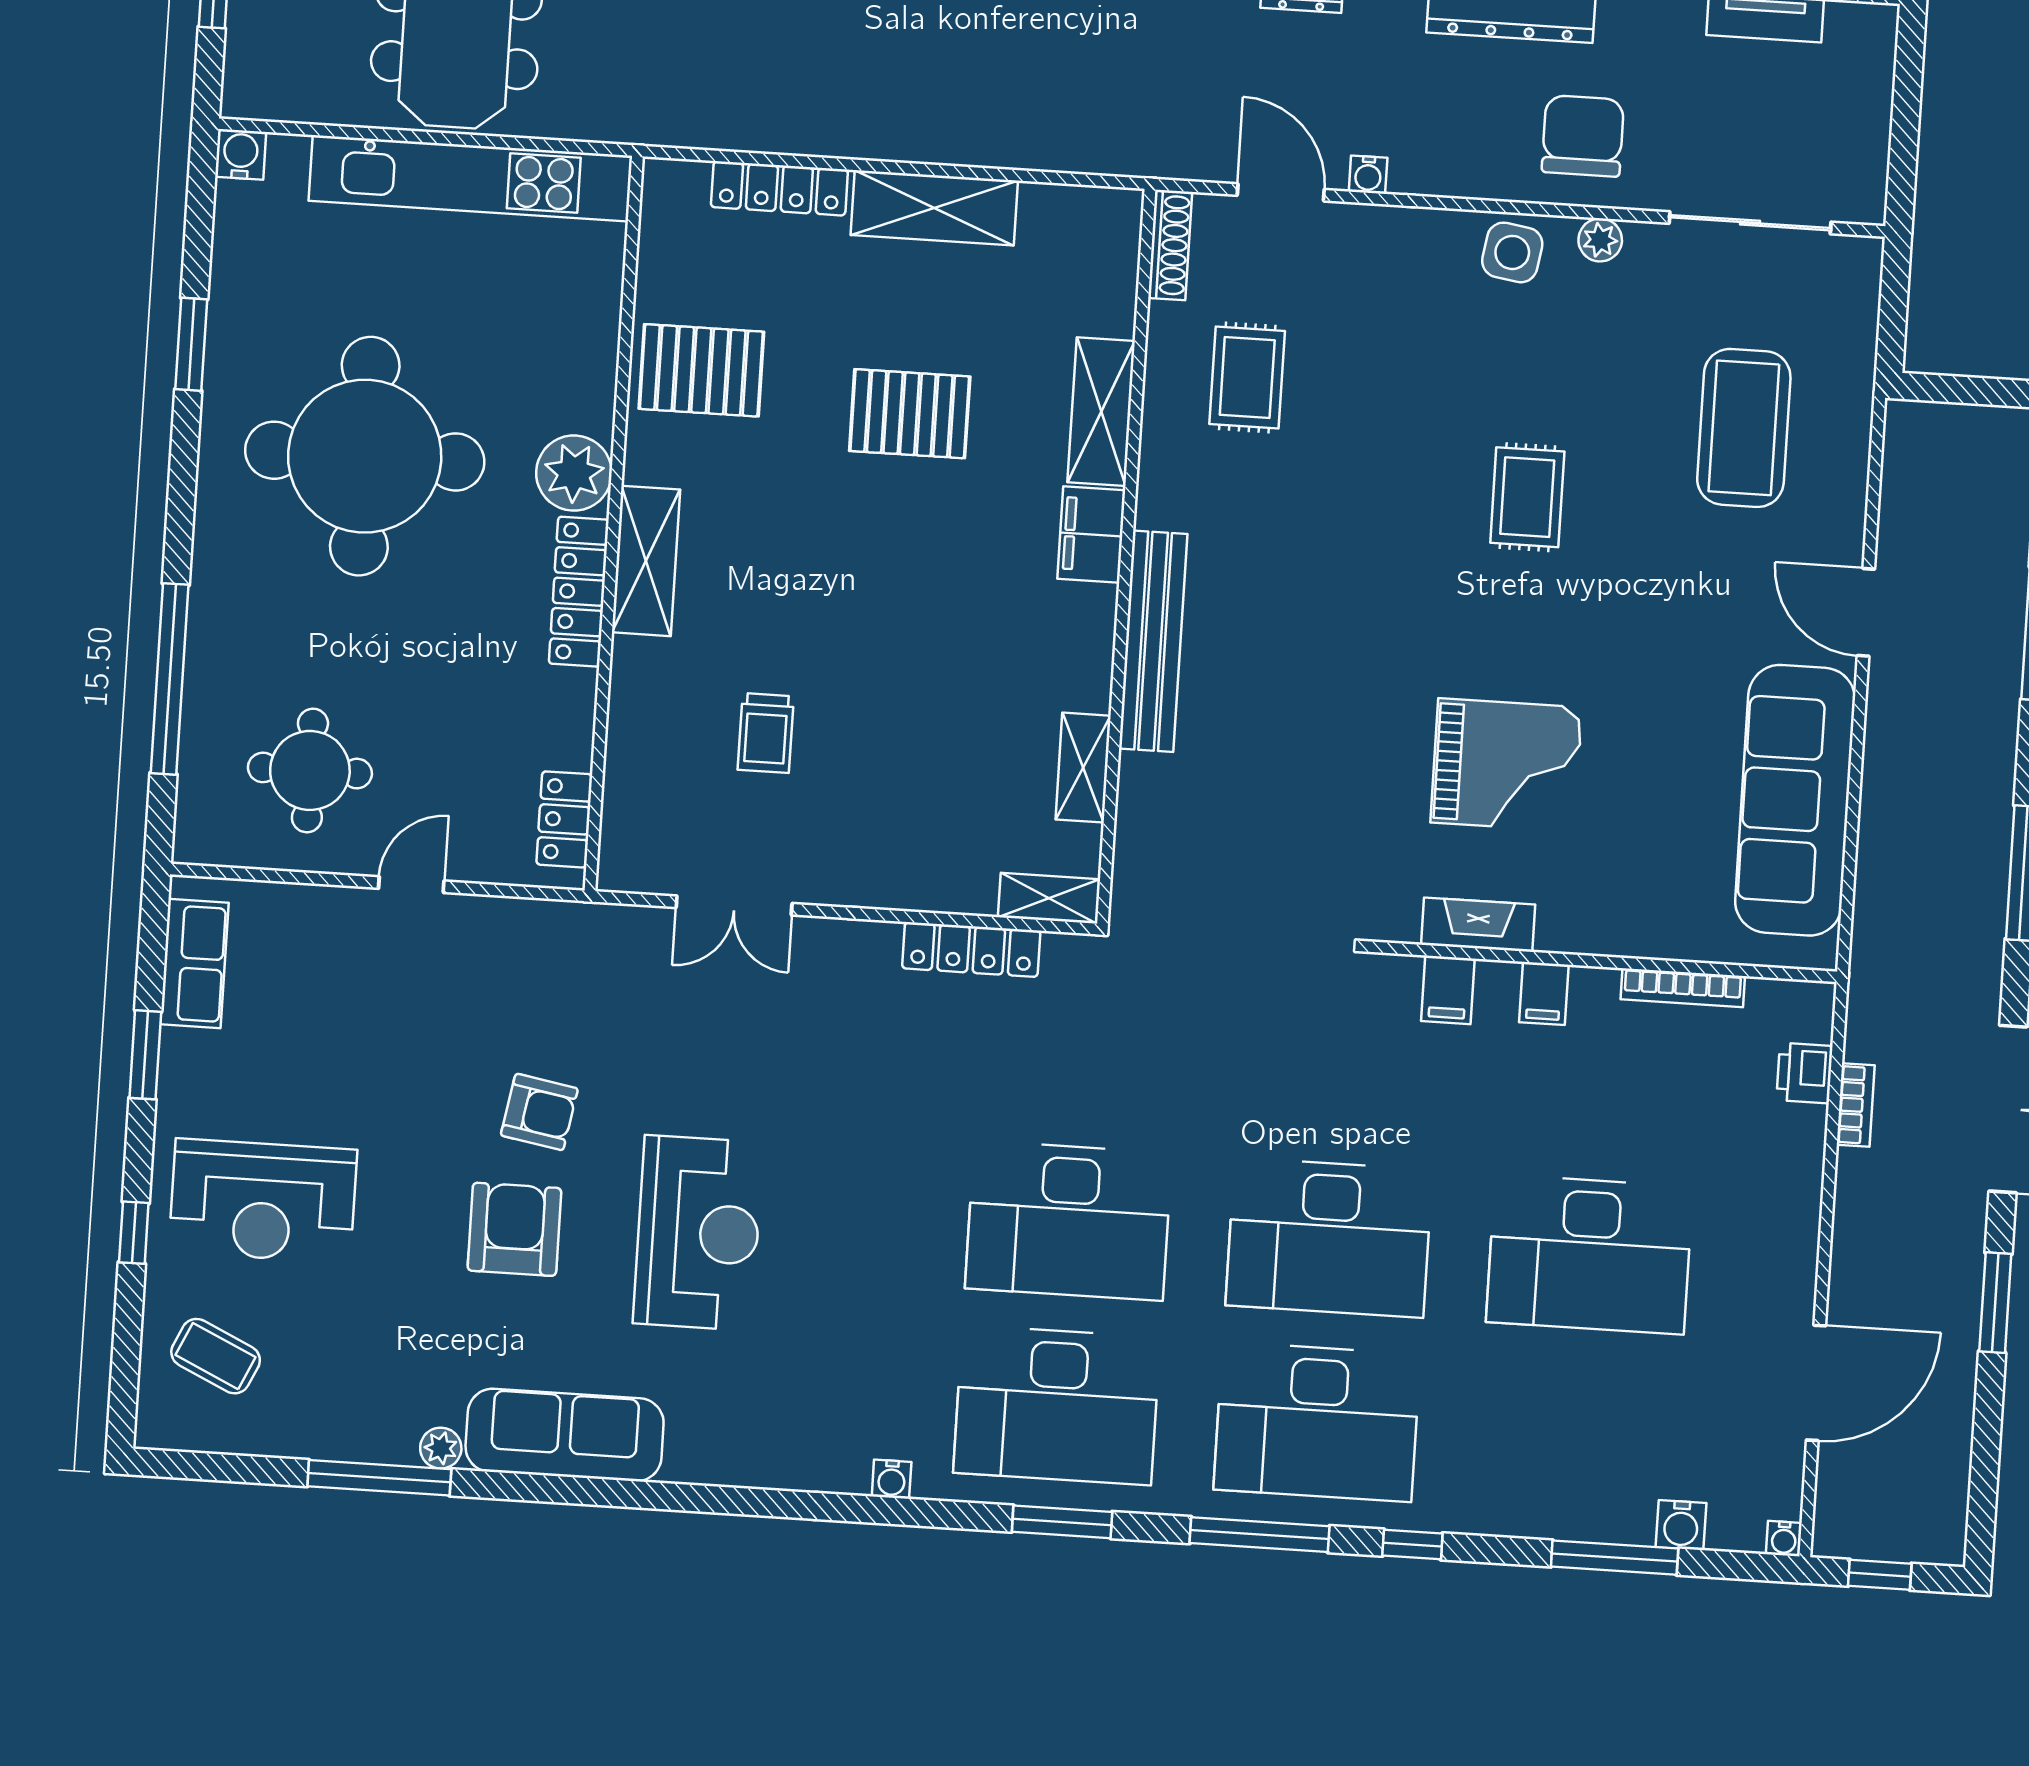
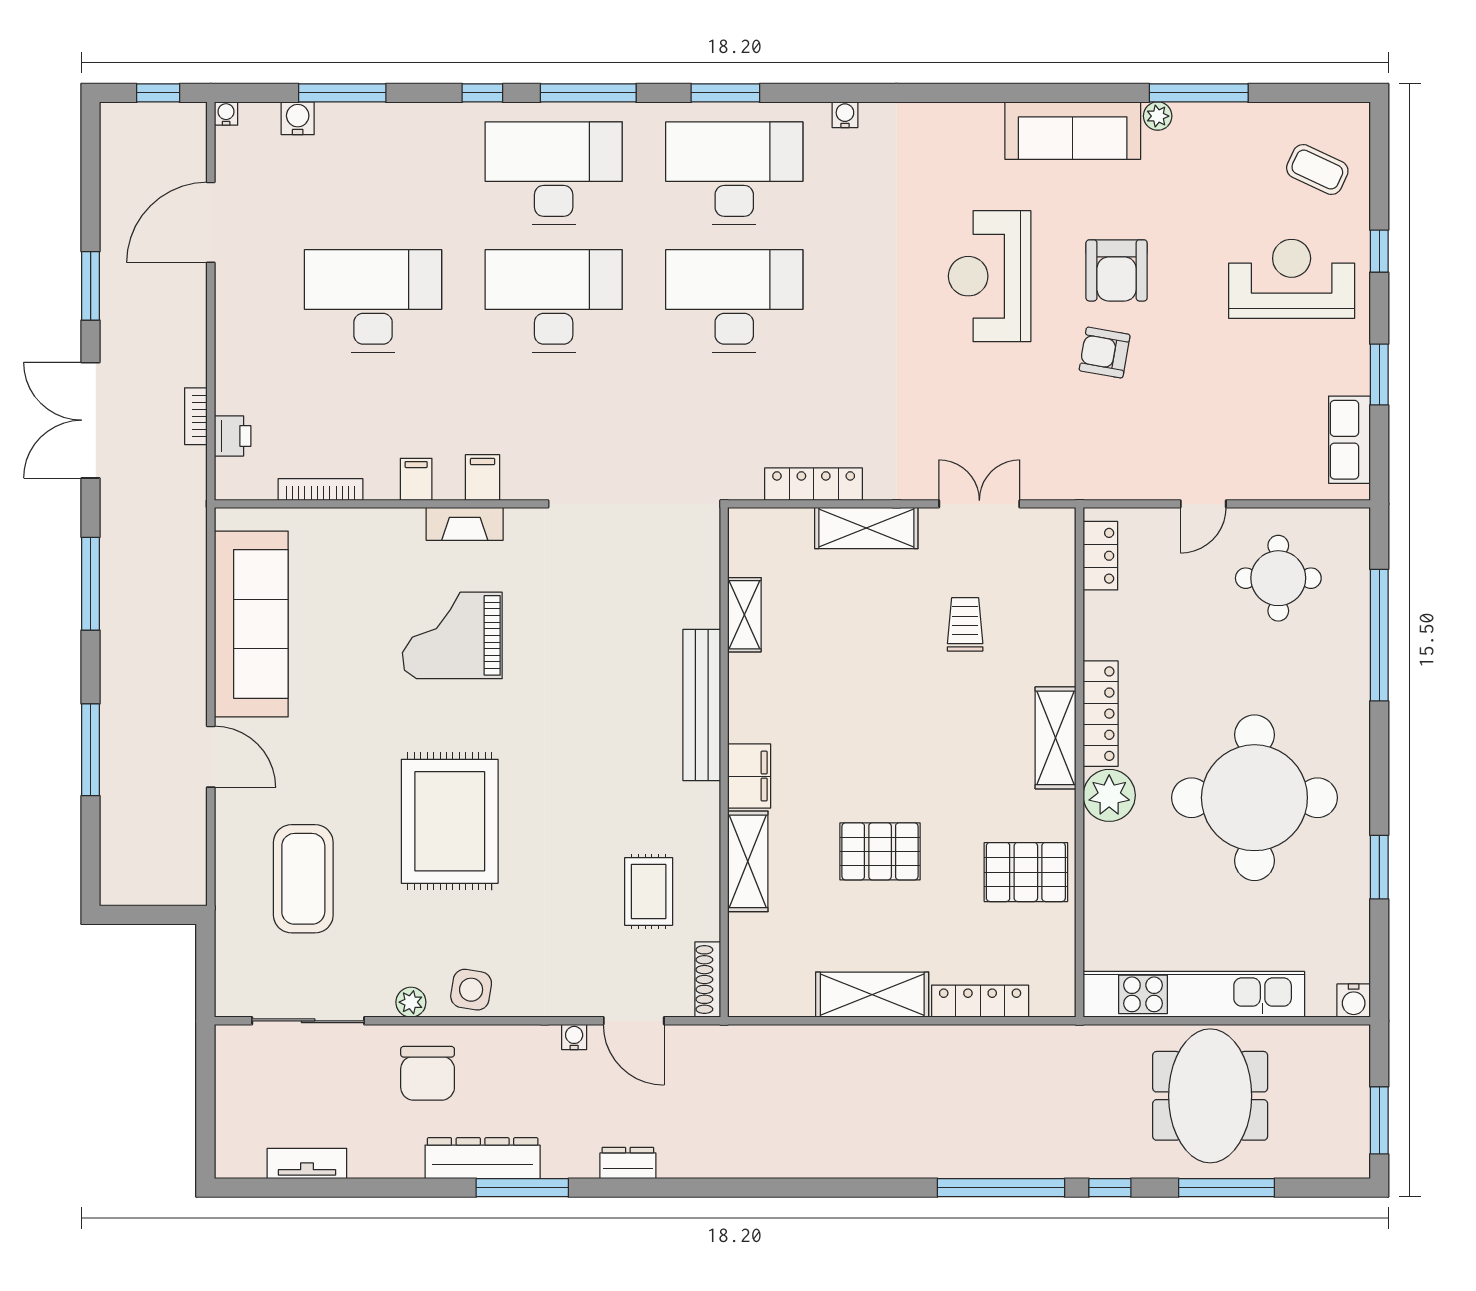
rug: (1527, 497) -> (450, 821), width x1.86, depth x2.06
shelving: (1049, 898) -> (866, 528), moved, width x1.50, depth x1.33

